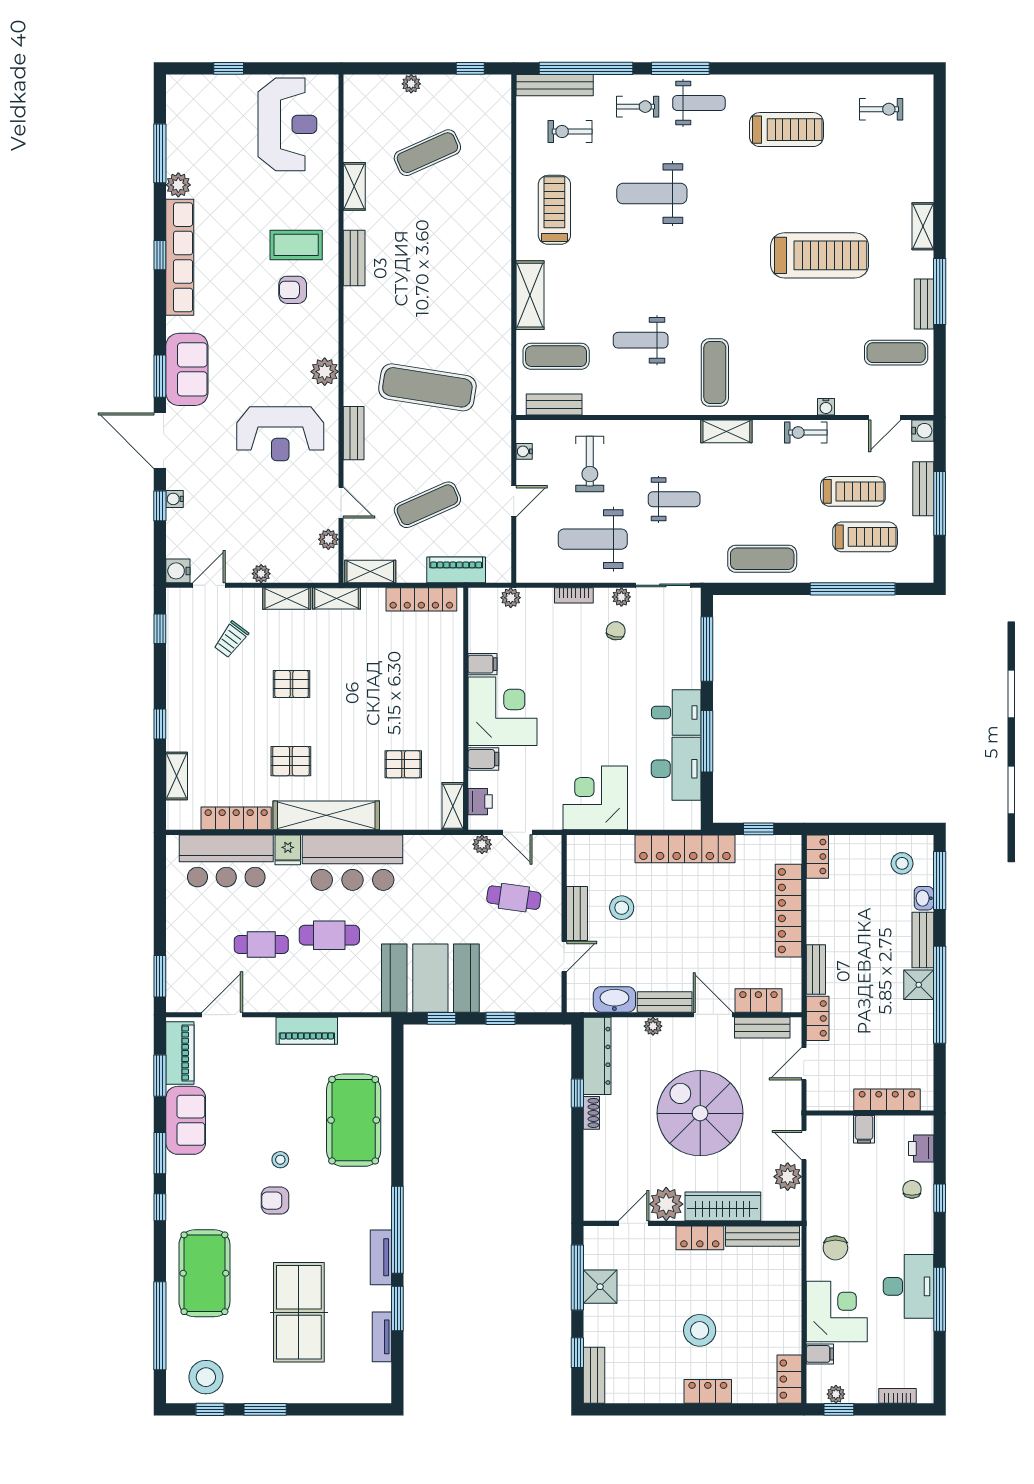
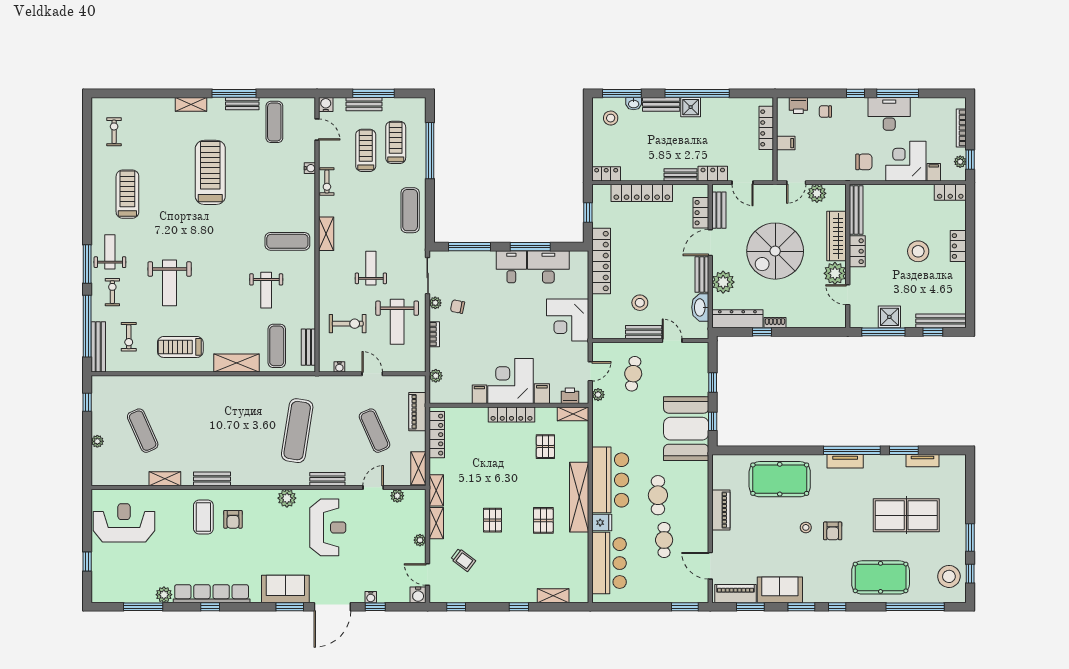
locker: (236, 818) -> (512, 415), moved, turned -90
plant: (653, 1026) -> (723, 282), width x1.88, depth x1.88
window: (940, 1198) -> (855, 93), moved
tv unit: (381, 1257) -> (845, 461), moved
bench: (594, 1375) -> (941, 321), width x1.36
bookcase: (898, 1396) -> (961, 128), width x1.56

